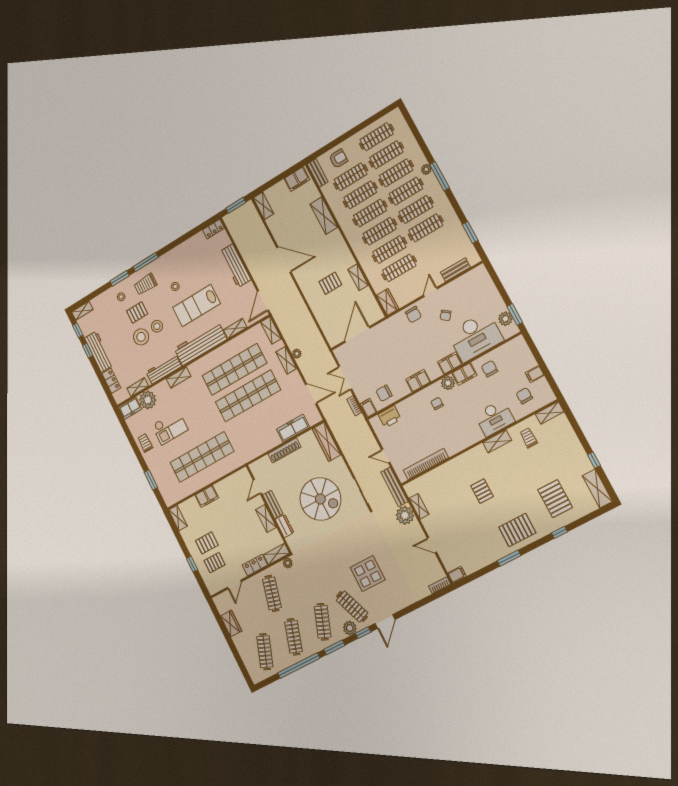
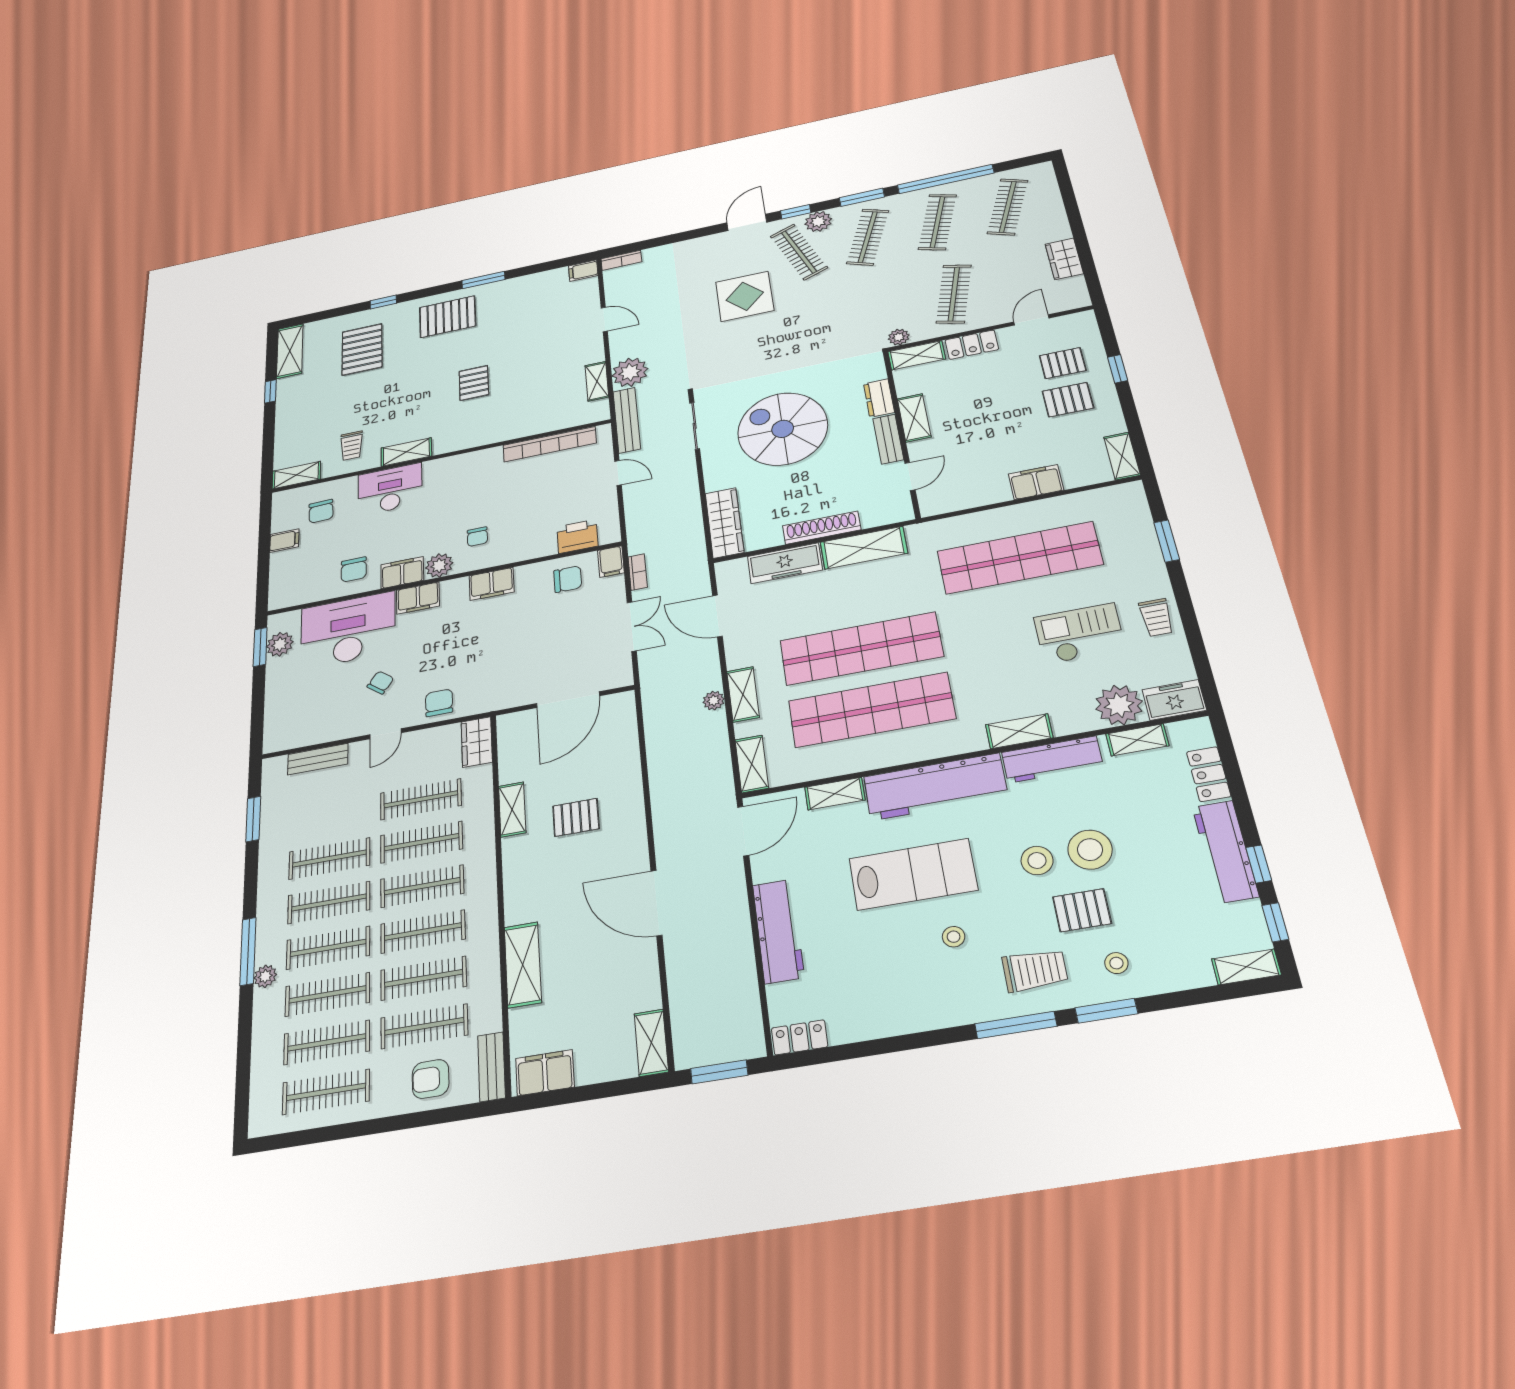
shelving: (264, 445) -> (864, 548), added

